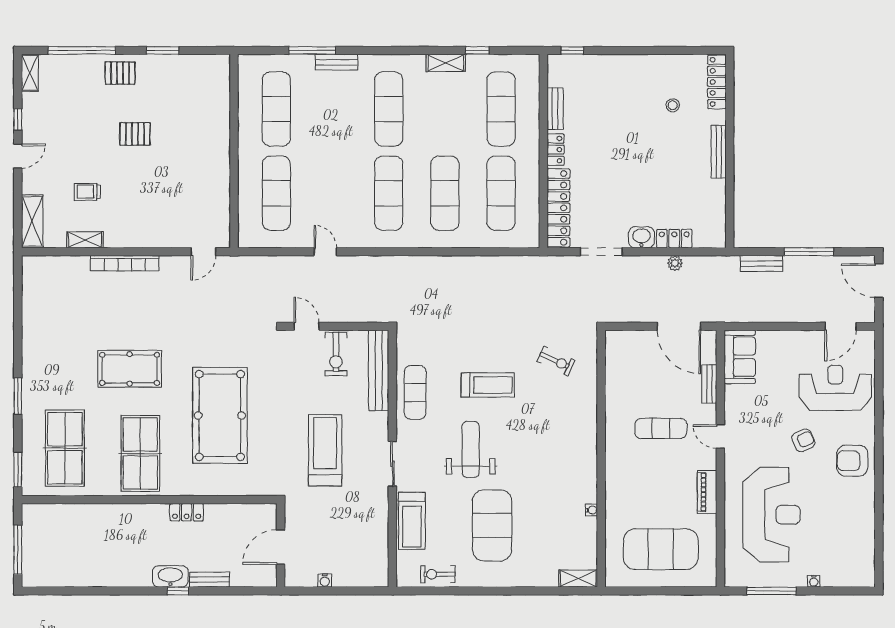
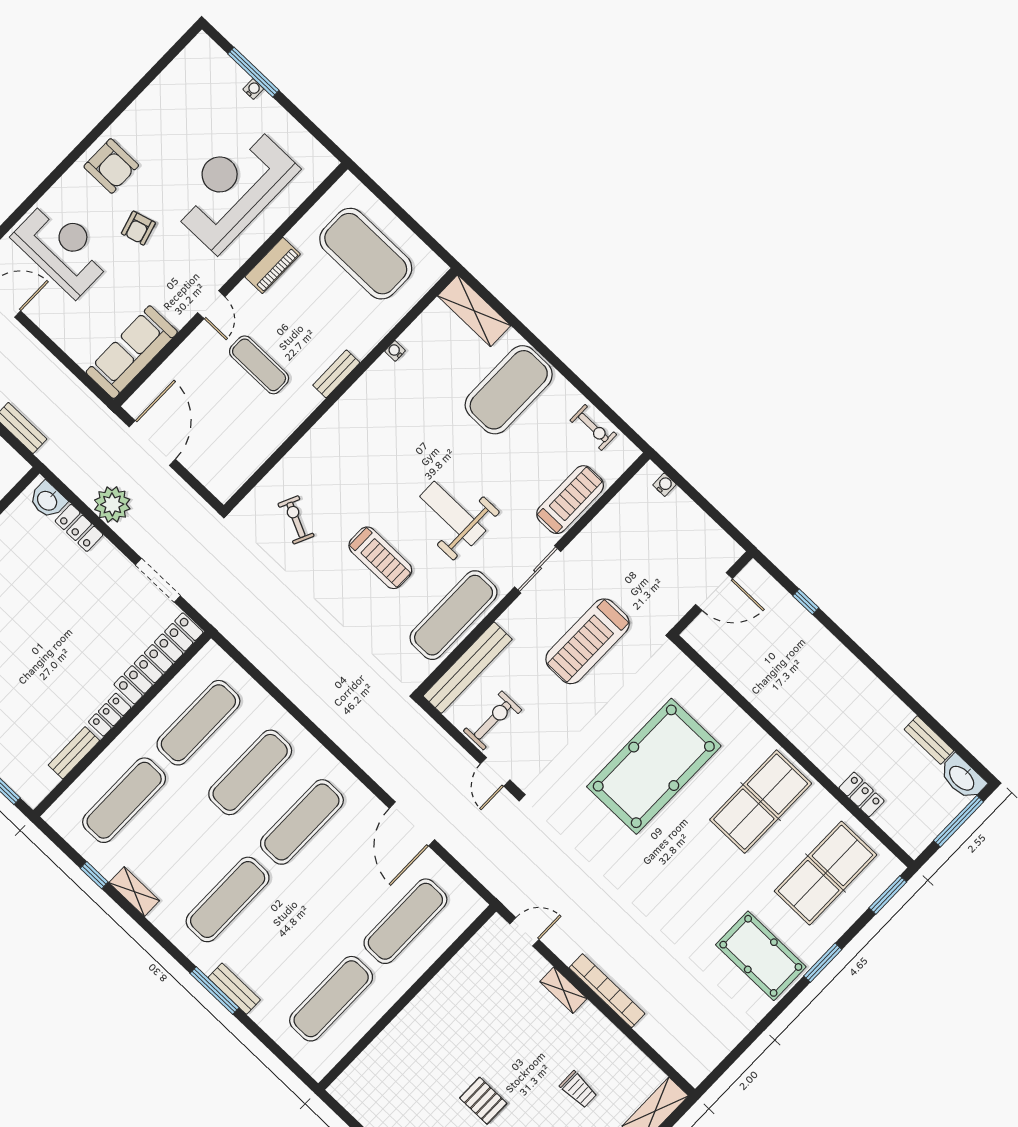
window: (312, 50) -> (214, 990), moved
washbasin: (641, 237) -> (48, 500), moved
shelving: (85, 240) -> (563, 990), moved
door: (325, 252) -> (412, 824), width x1.87
plant: (675, 263) -> (112, 504), width x1.87, depth x1.87
sofa: (740, 357) -> (132, 352), width x1.36
pool table: (130, 369) -> (761, 956), moved
bench: (709, 384) -> (336, 374), moved
treadmill: (488, 385) -> (380, 558), turned 180
reception desk: (835, 388) -> (62, 248), turned 180
exercise mat: (415, 392) -> (454, 615), width x1.36, depth x1.45
armchair: (803, 440) -> (138, 228), turned -82
weight bench: (471, 449) -> (453, 513), turned 90
locker: (187, 512) -> (862, 794), moved
exercise mat: (492, 525) -> (509, 390), moved
washbasin: (170, 576) -> (962, 778), moved
shelving: (578, 579) -> (474, 311), width x1.50, depth x1.33
bench: (210, 580) -> (929, 740), moved
water cooler: (325, 581) -> (665, 485), moved
window: (178, 591) -> (806, 602), moved
window: (771, 591) -> (253, 72), moved

